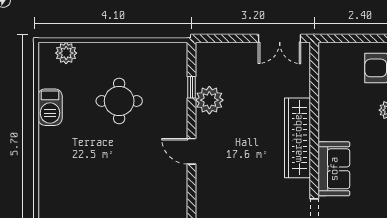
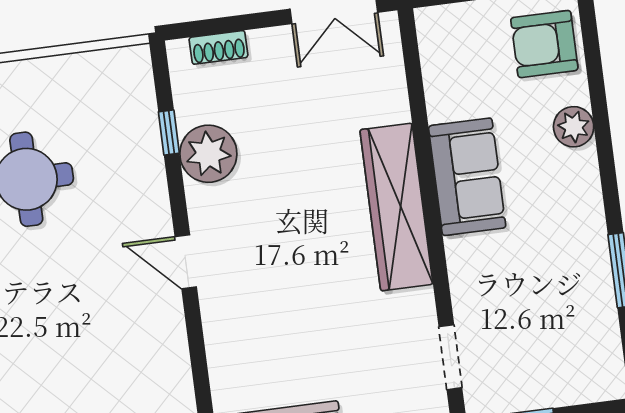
shoe rack: (221, 49) -> (218, 47), added
sofa: (334, 169) -> (467, 177), moved

